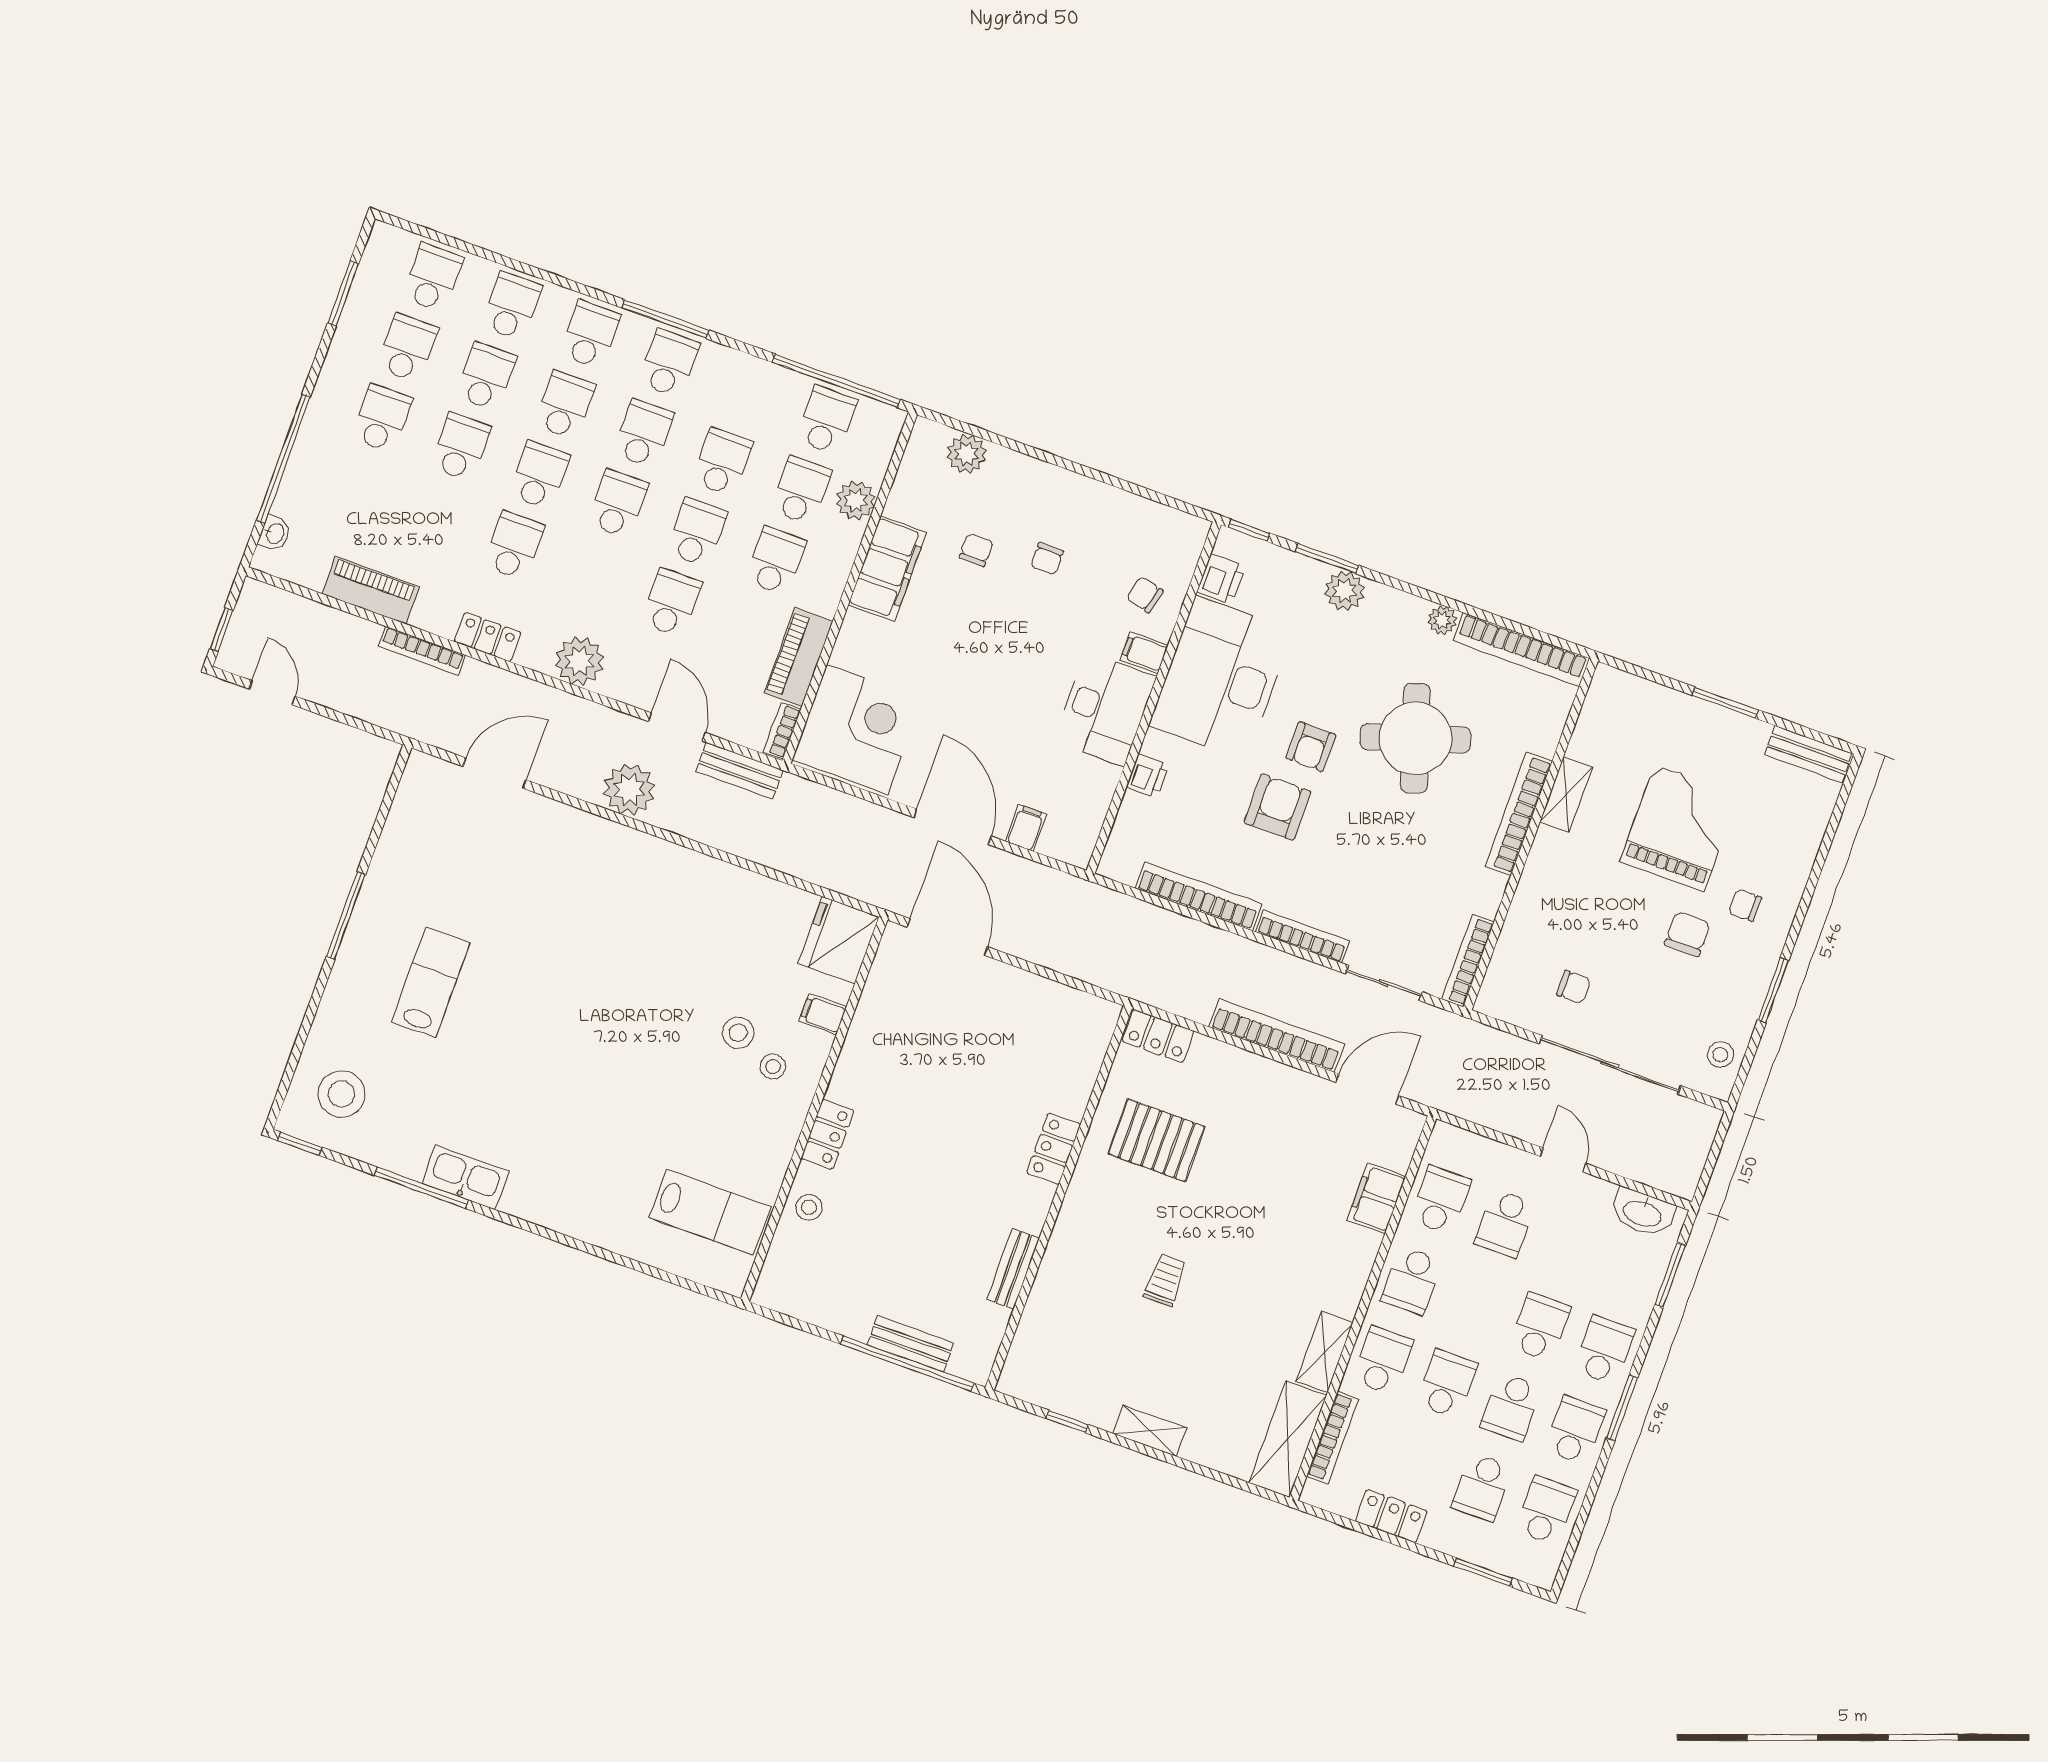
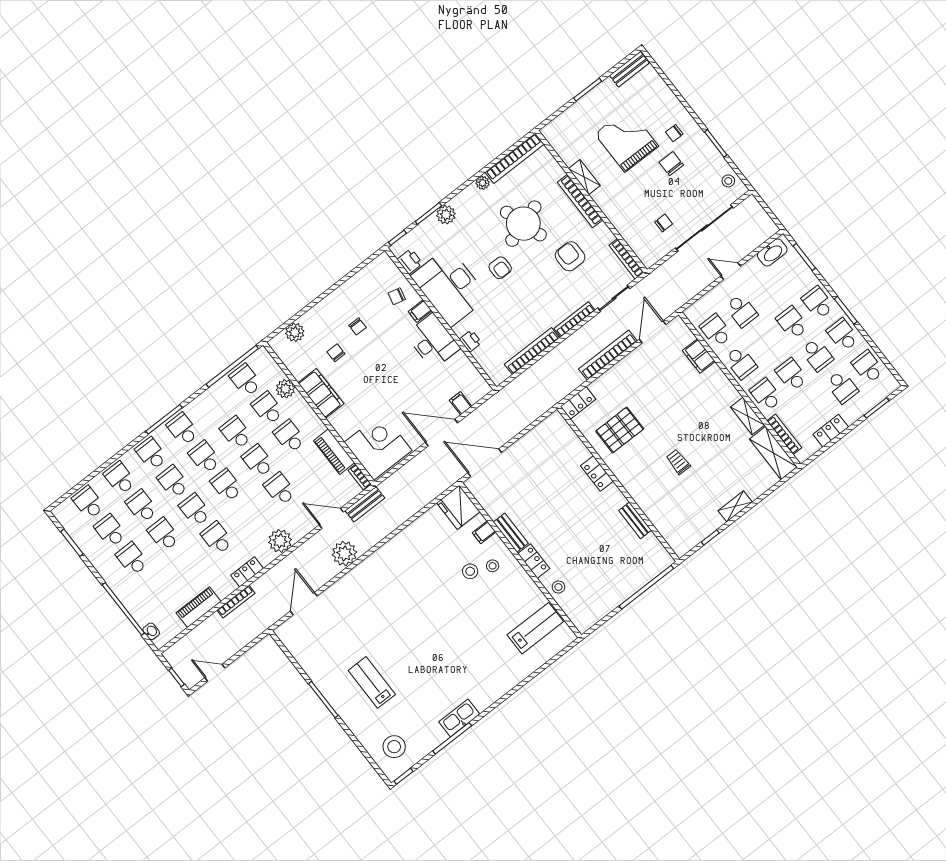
armchair: (1278, 807) -> (570, 256), moved
bench: (911, 1344) -> (511, 533), moved, turned 90

